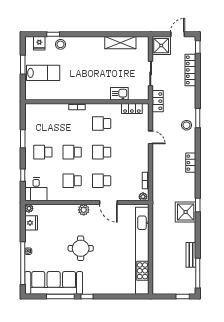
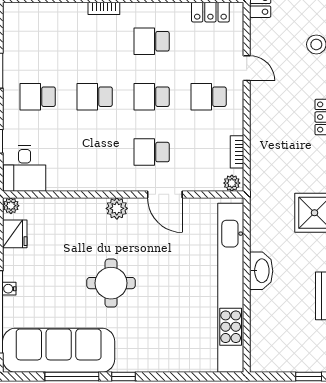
school desk: (72, 181) -> (209, 97), moved
washbasin: (158, 242) -> (261, 271), added

